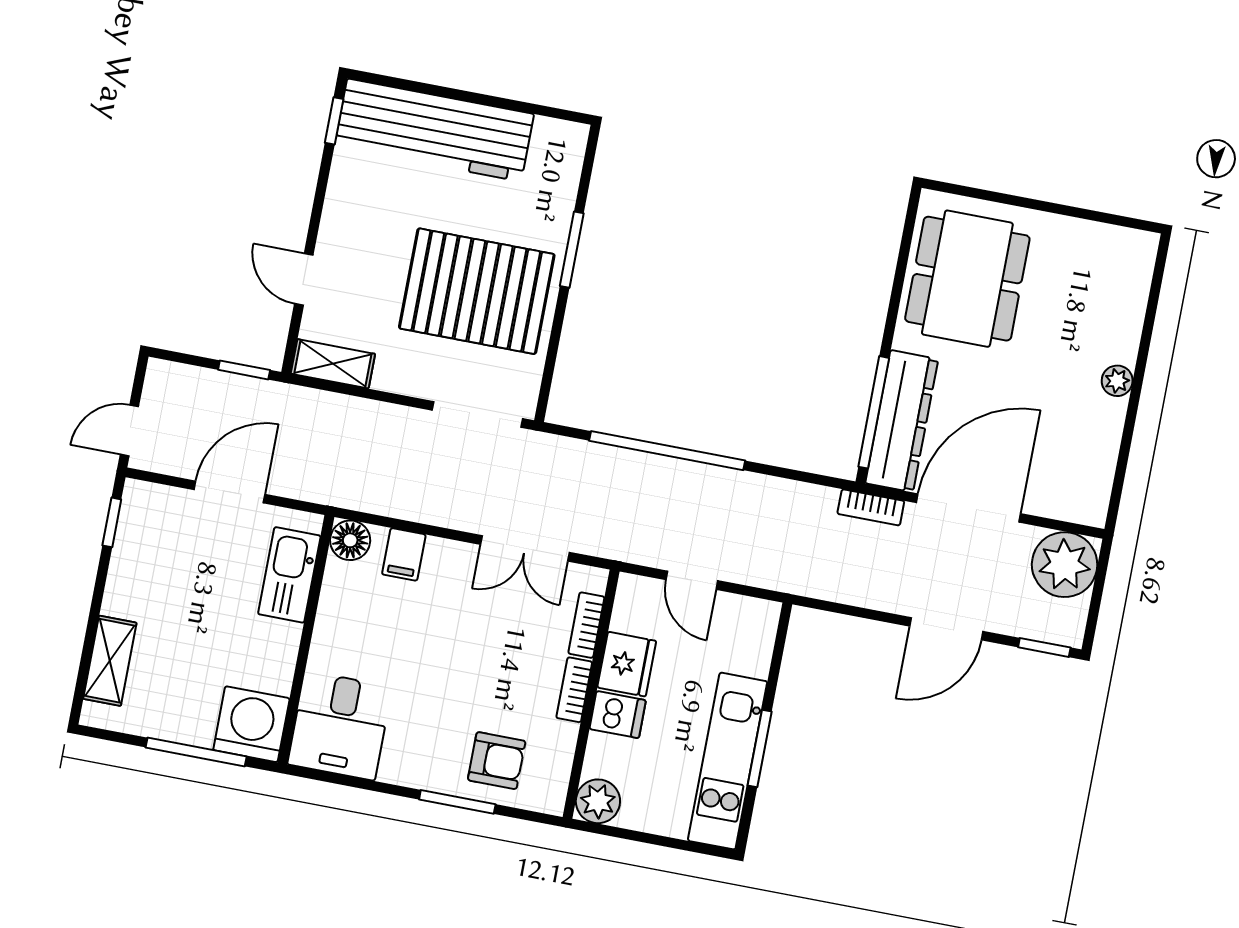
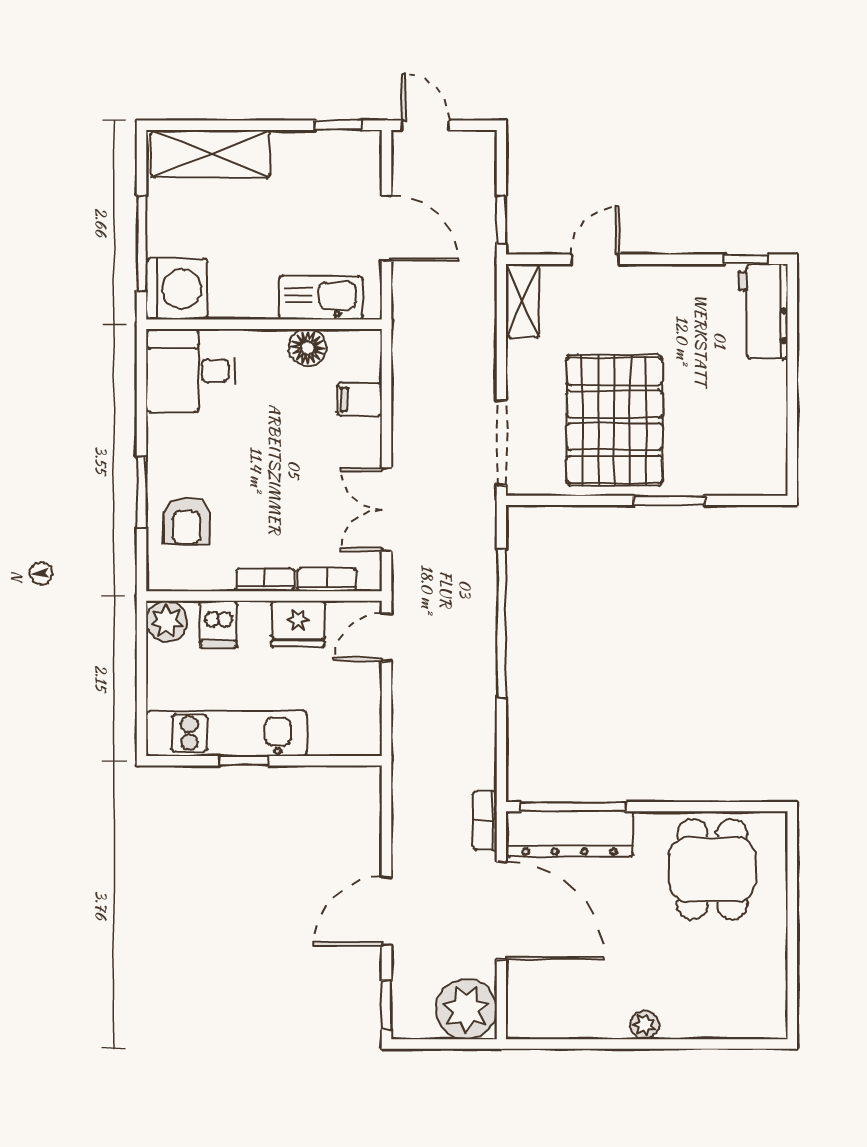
workbench: (434, 130) -> (763, 311), width x0.53, depth x0.76
dining table: (967, 279) -> (712, 869), width x0.73
floor lamp: (350, 540) -> (308, 348), moved
door: (692, 580) -> (387, 637), moved
door: (946, 629) -> (387, 911), hinge flipped
shelving: (110, 661) -> (210, 154), width x1.50, depth x1.33
dishwasher: (618, 715) -> (218, 624), moved
window: (760, 749) -> (244, 761), width x0.67

